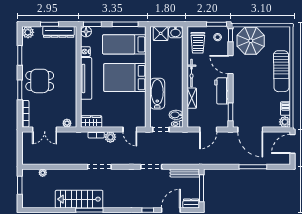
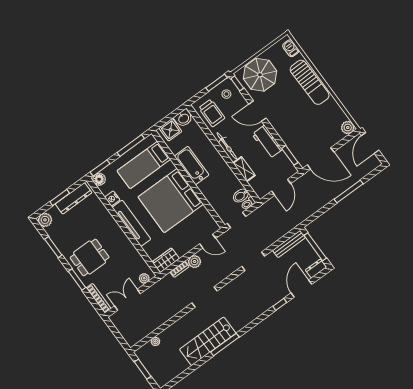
bed: (125, 78) -> (171, 201), width x1.36
bathtub: (157, 94) -> (192, 165), moved
barbecue: (285, 109) -> (291, 48), moved
double door: (45, 130) -> (128, 300), swing flipped

